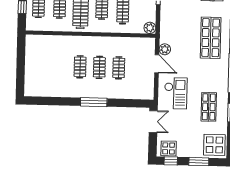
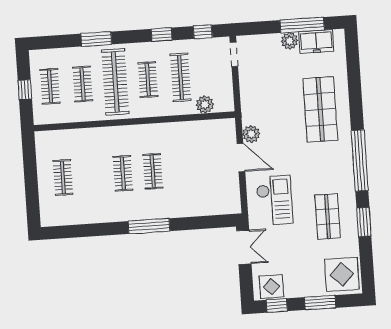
plant: (150, 28) -> (205, 104), moved
clothes rail: (119, 68) -> (63, 177), moved

